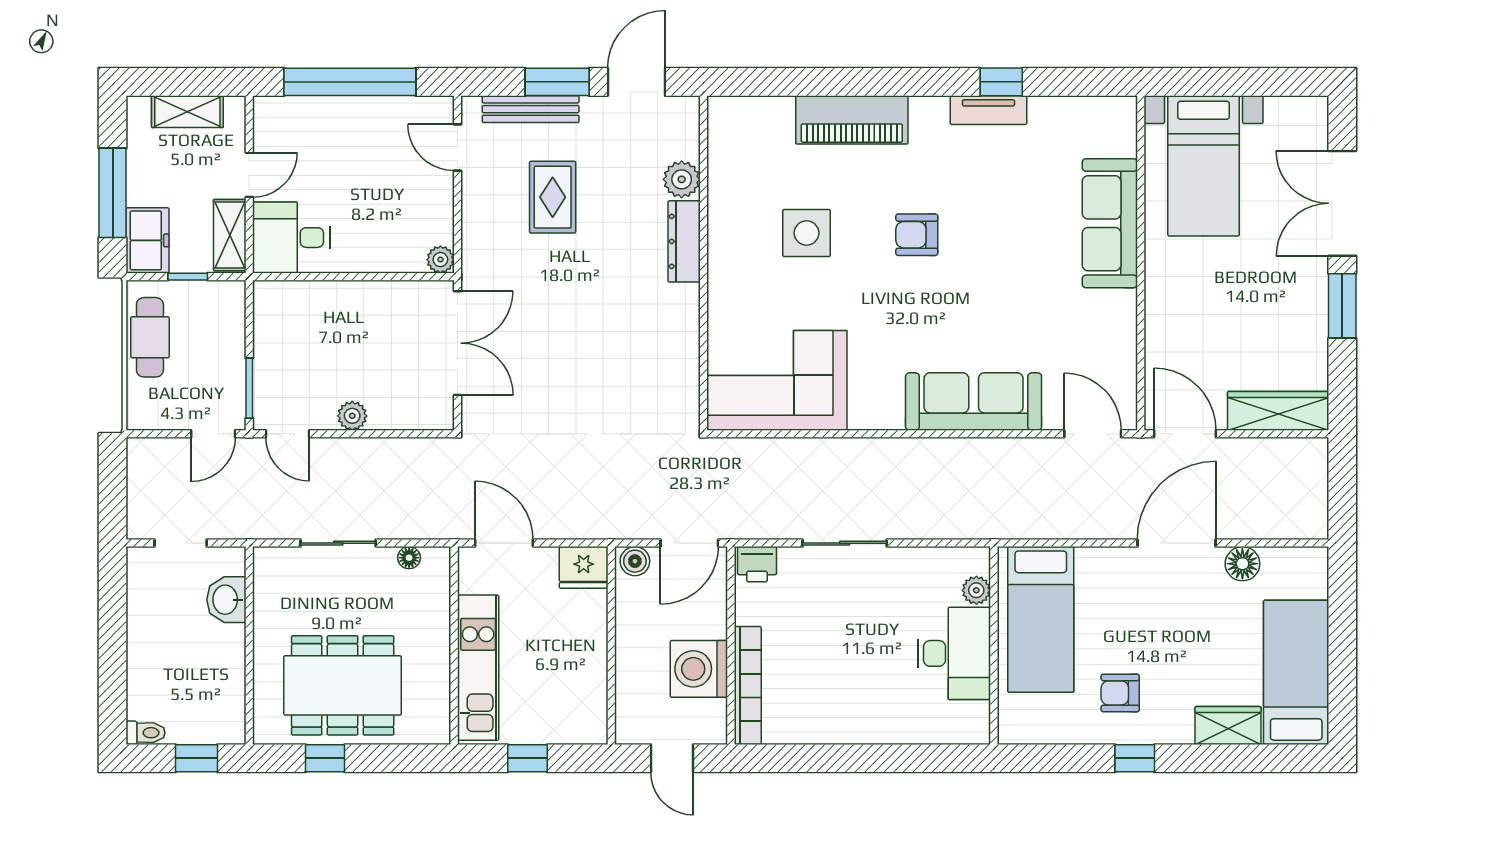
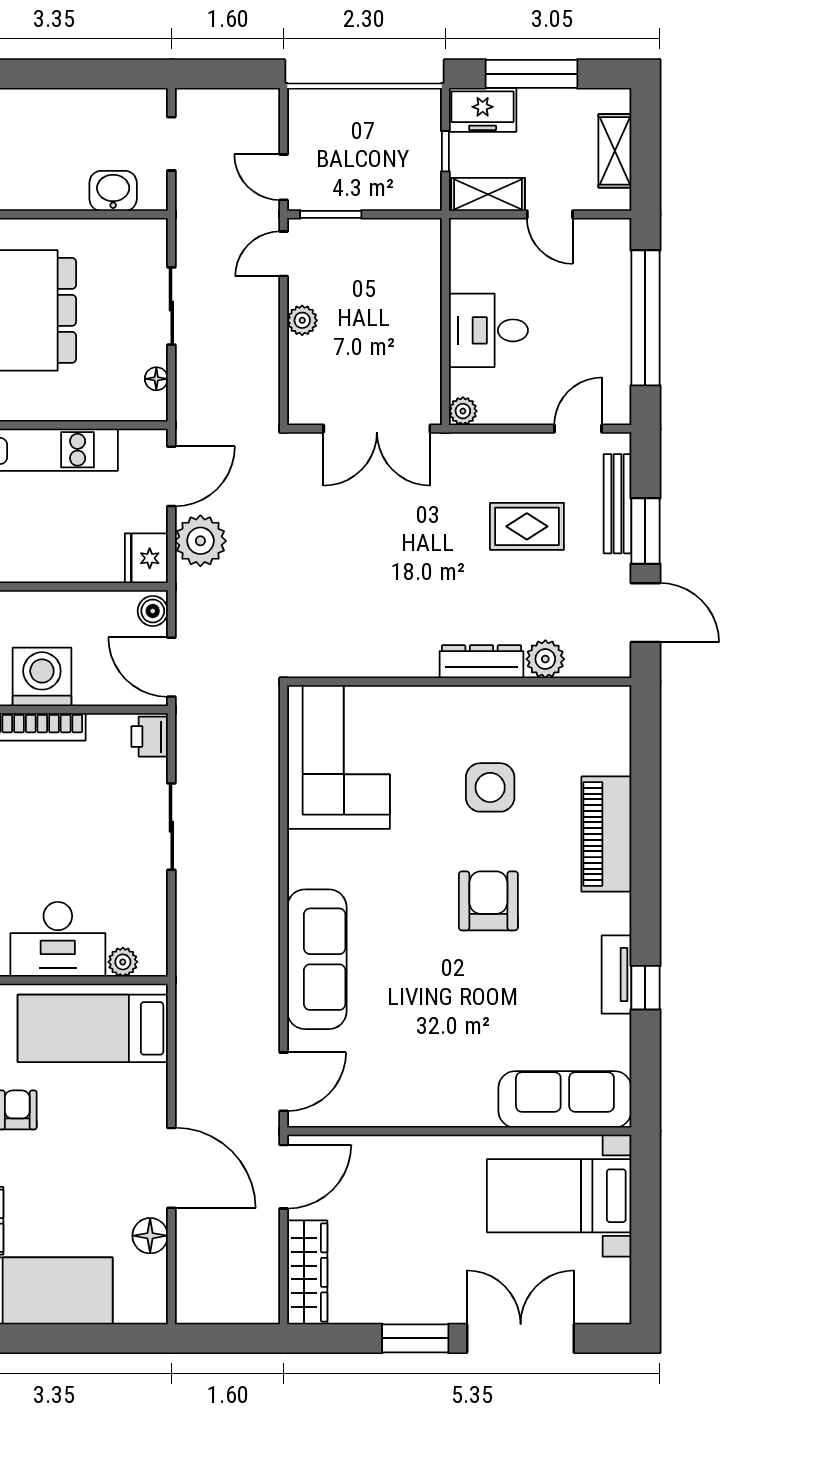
sofa: (1110, 223) -> (565, 1099), moved
armchair: (917, 235) -> (488, 901), width x1.38, depth x1.38
desk: (291, 238) -> (488, 330), moved, turned -90
cafe table: (150, 337) -> (383, 112), removed
plant: (567, 515) -> (200, 541), added

